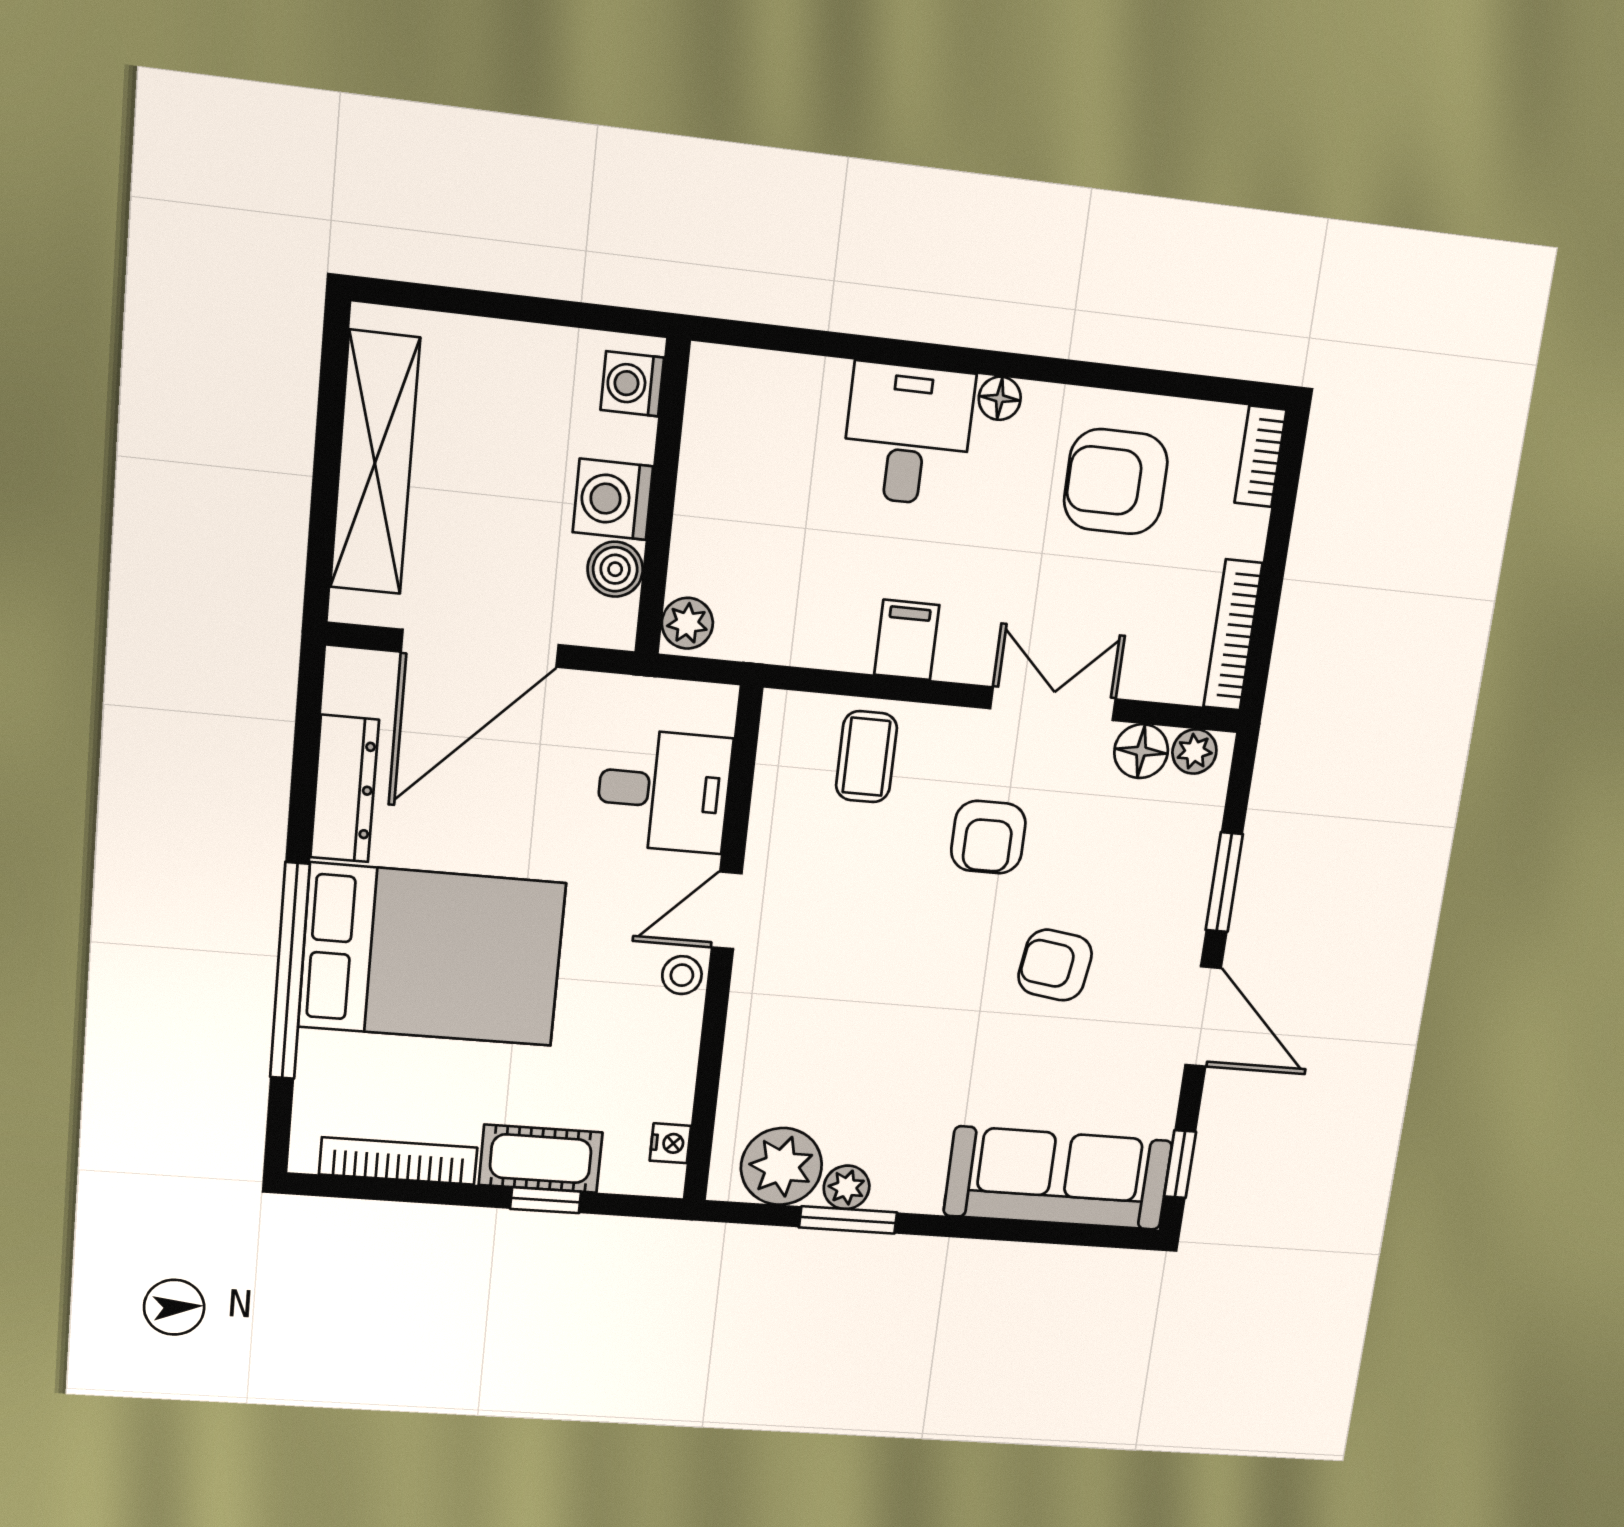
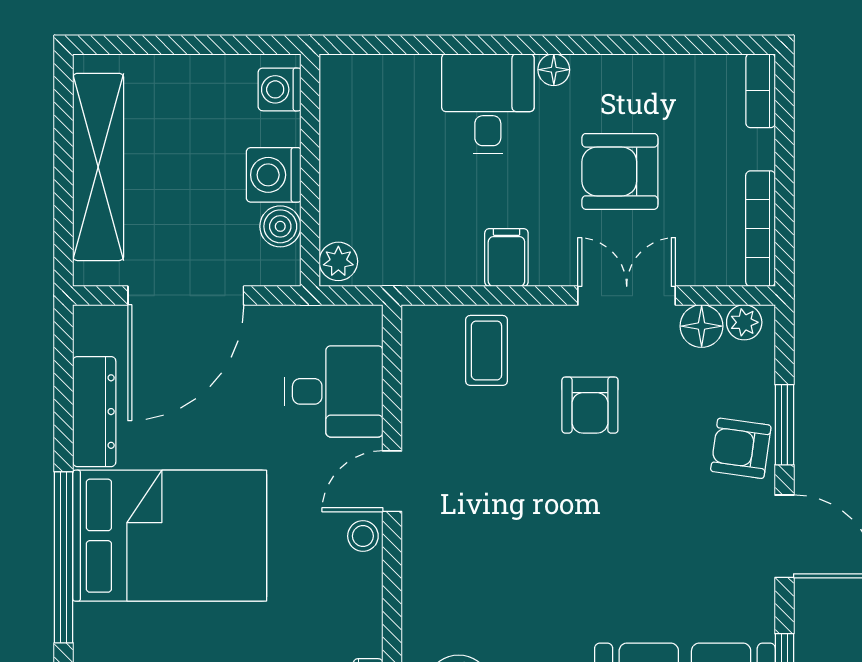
armchair: (1116, 482) -> (620, 171), moved
armchair: (1055, 965) -> (741, 448), moved

